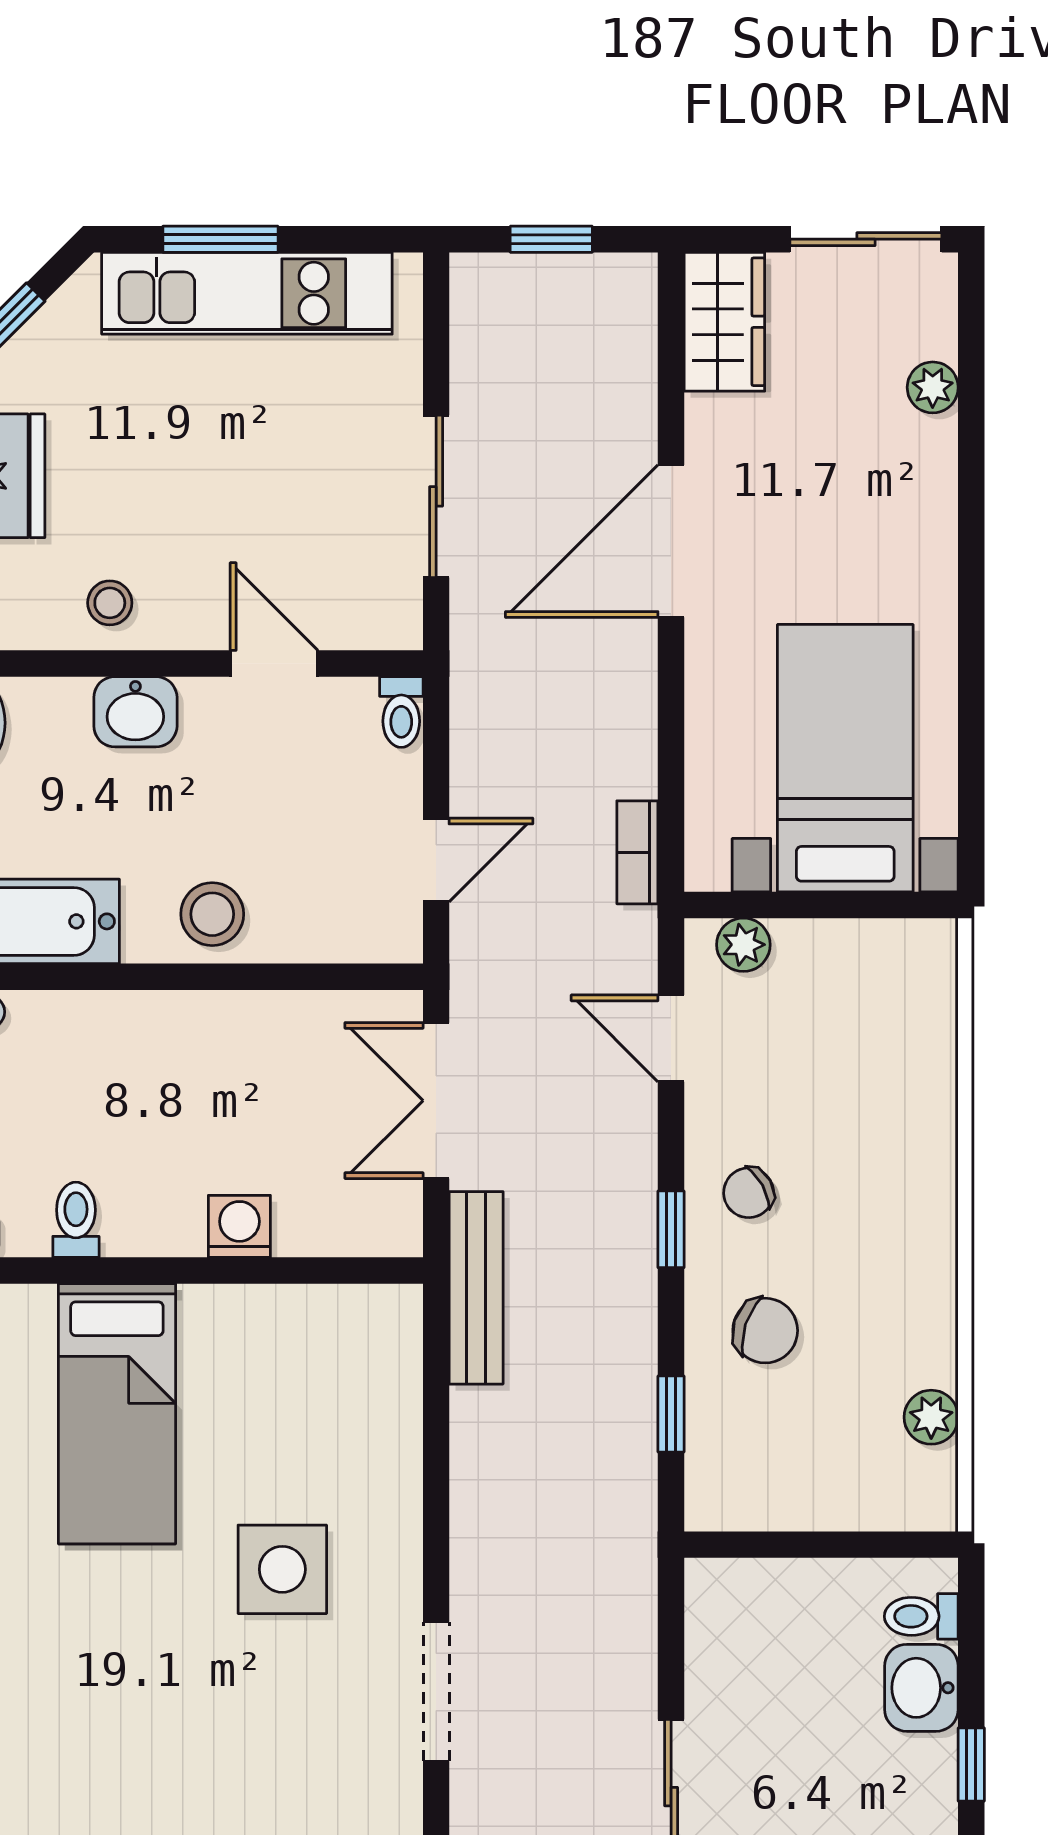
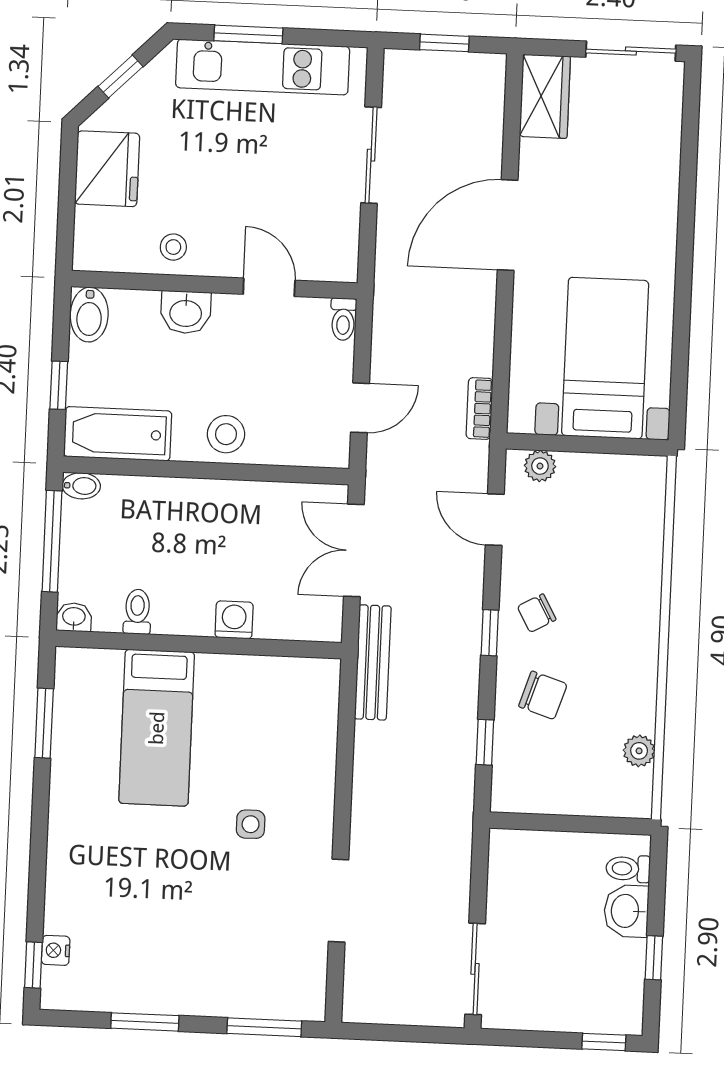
plant: (933, 387) -> (667, 141), removed
sliding door: (436, 496) -> (371, 155), moved
side table: (282, 1569) -> (251, 824), width x0.54, depth x0.54

